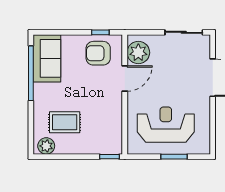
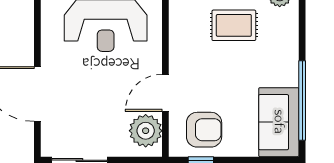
rug: (65, 122) -> (234, 25), moved

